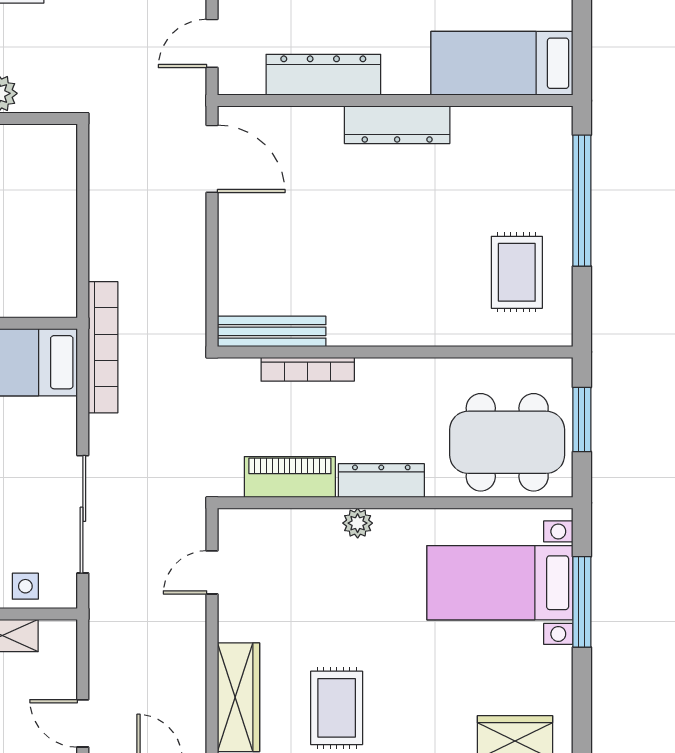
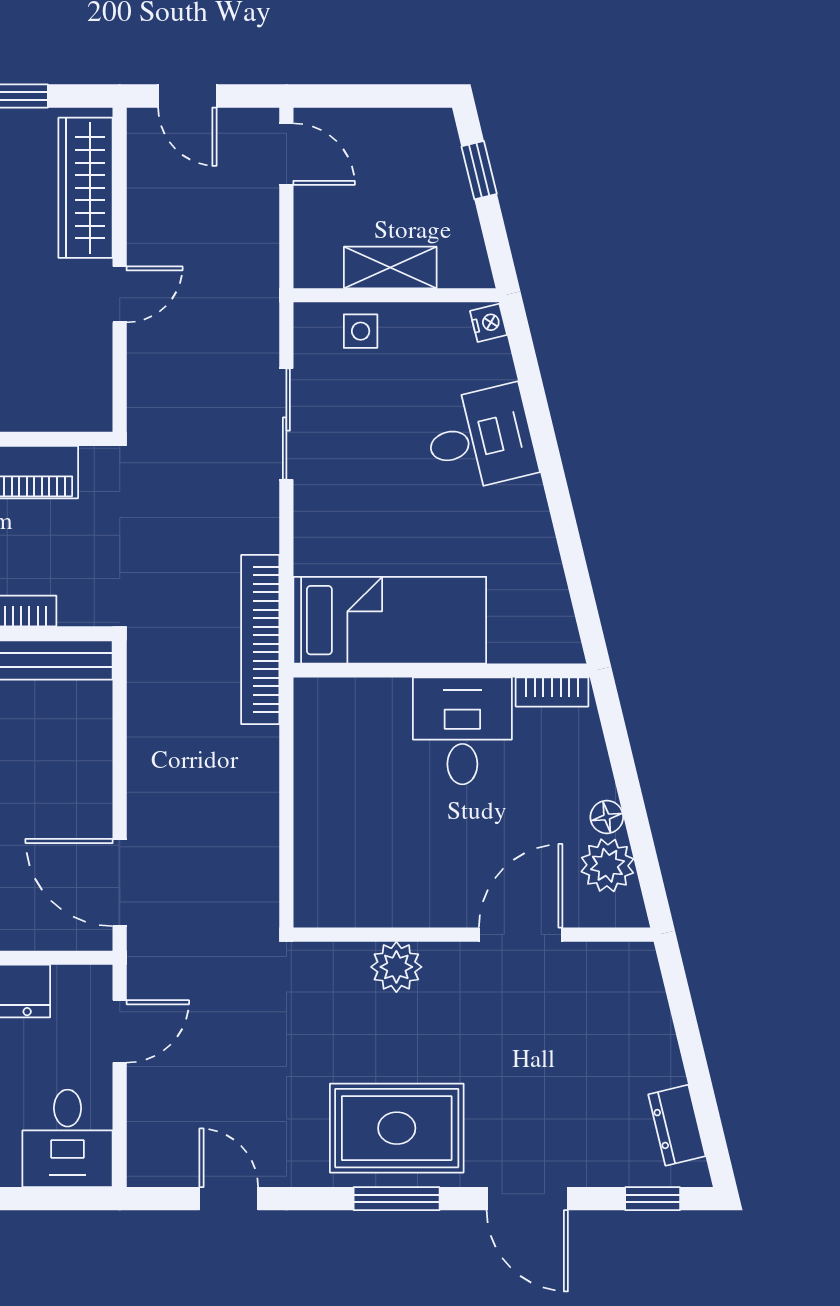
sliding door: (83, 514) -> (286, 424), width x0.73
door: (212, 572) -> (120, 294), moved

